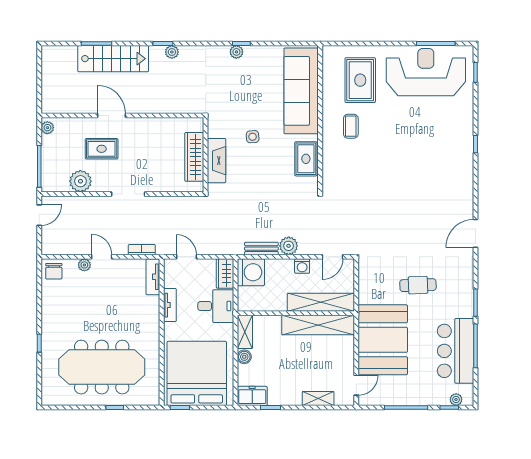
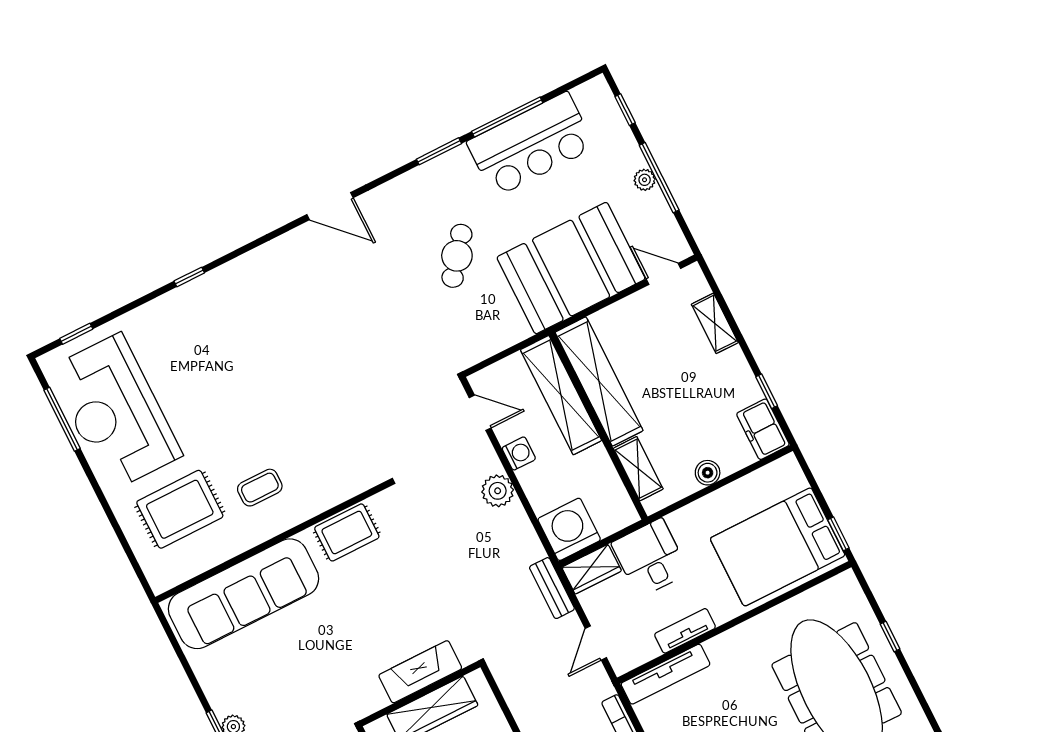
side table: (253, 137) -> (354, 634), removed
bench: (261, 249) -> (552, 588), moved
tv unit: (153, 277) -> (666, 674), width x1.41
cafe table: (418, 285) -> (457, 256), turned 40
shelving: (245, 332) -> (638, 469), moved, turned 90
bed: (197, 373) -> (778, 547), width x0.73
plant: (456, 400) -> (645, 180), moved

